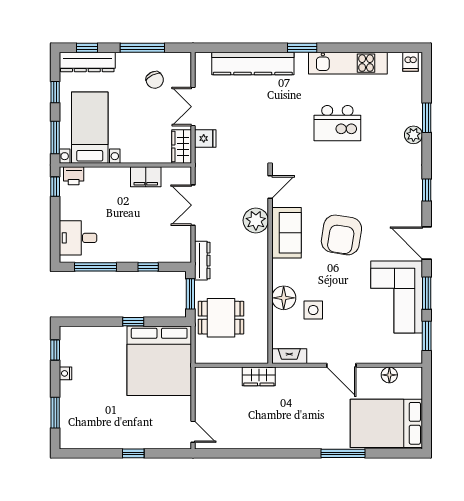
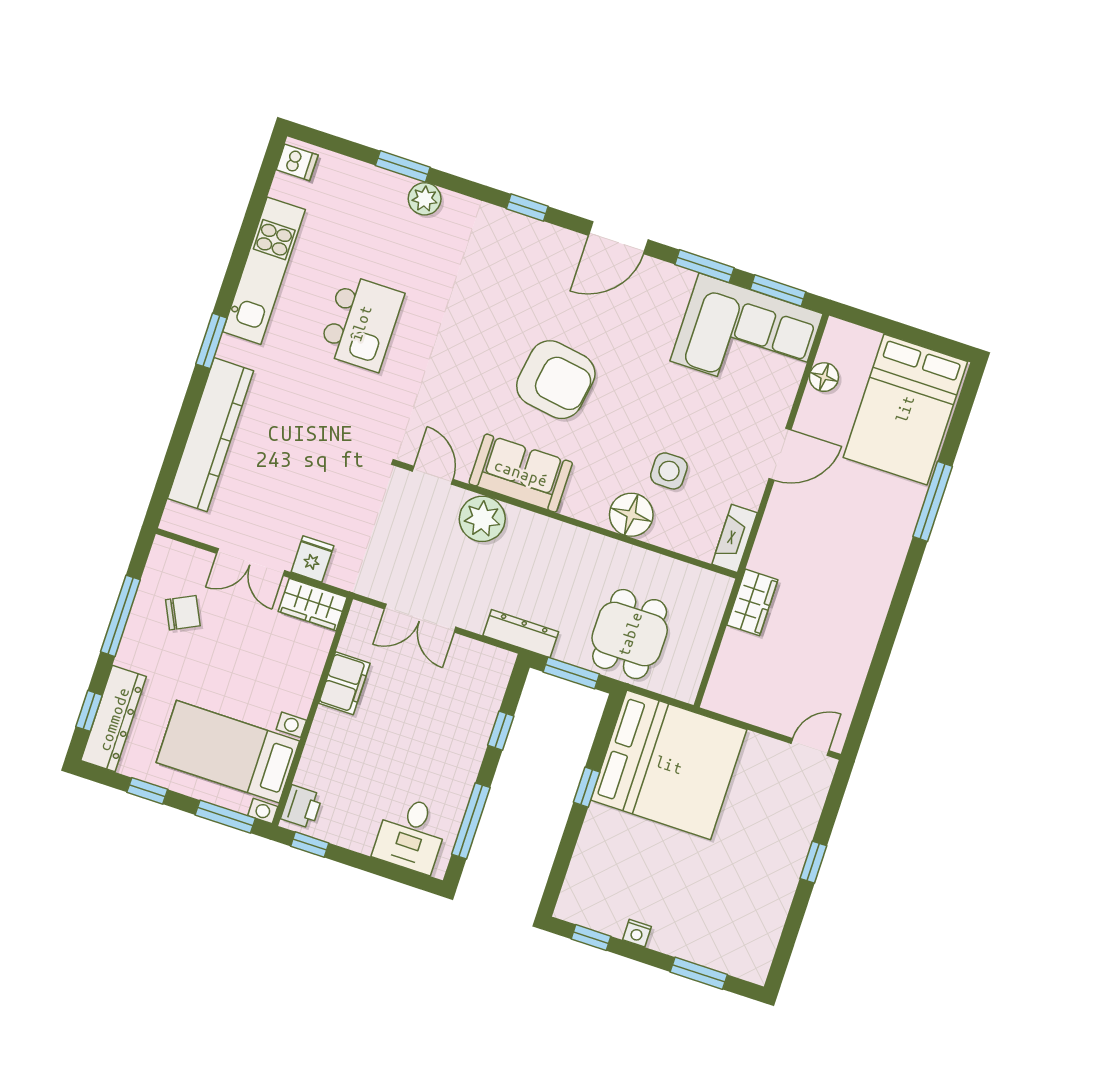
corner sofa: (397, 297) -> (747, 337), moved

